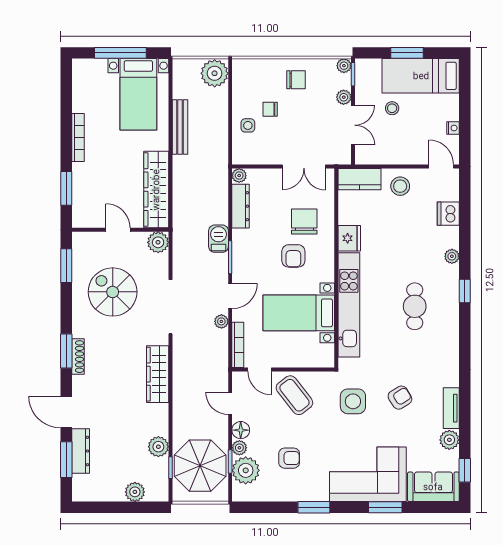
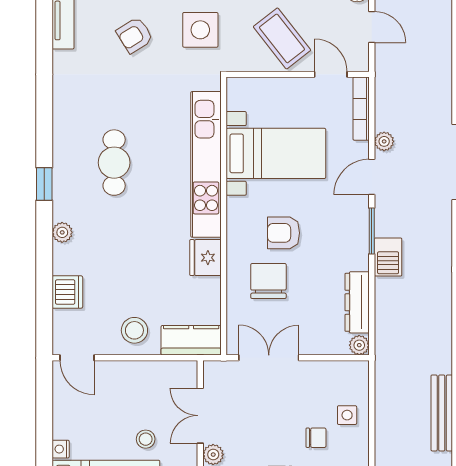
nightstand: (453, 128) -> (61, 449), moved
chair: (304, 221) -> (268, 281), turned 180
armchair: (293, 256) -> (284, 233), turned -90

